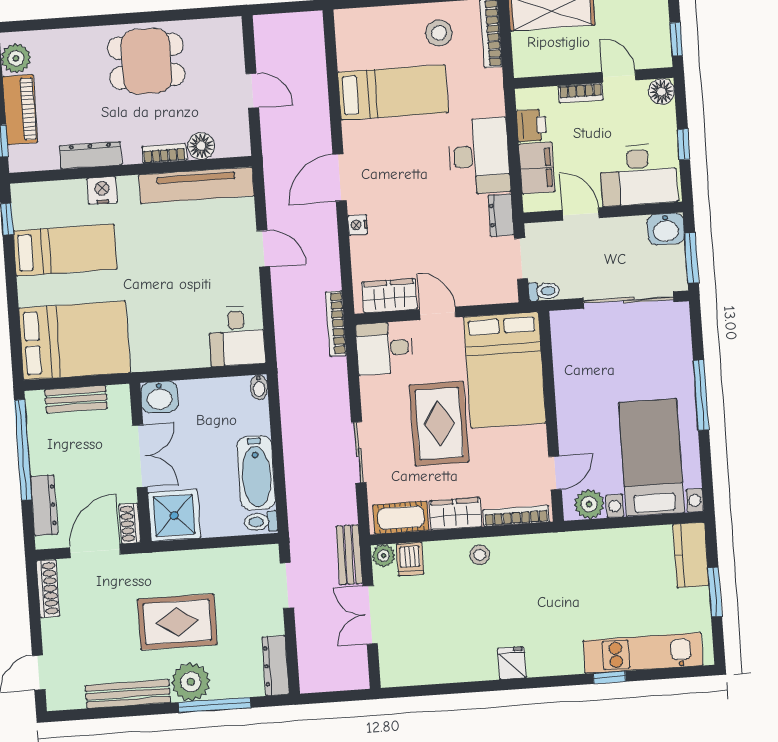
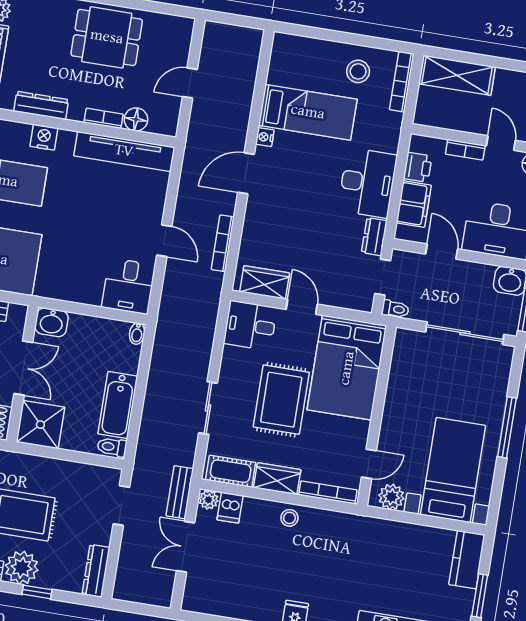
door: (252, 91) -> (190, 83), swing flipped
nightstand: (358, 225) -> (265, 137), moved
door: (263, 249) -> (164, 241), moved
bookcase: (336, 323) -> (223, 243), moved
window: (214, 705) -> (37, 592), width x0.46

